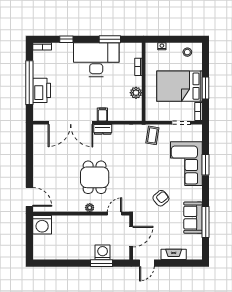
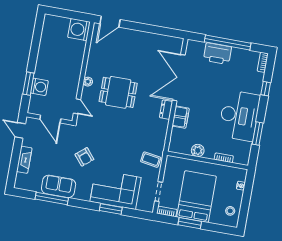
filing cabinet: (102, 114) -> (181, 117), width x2.00

